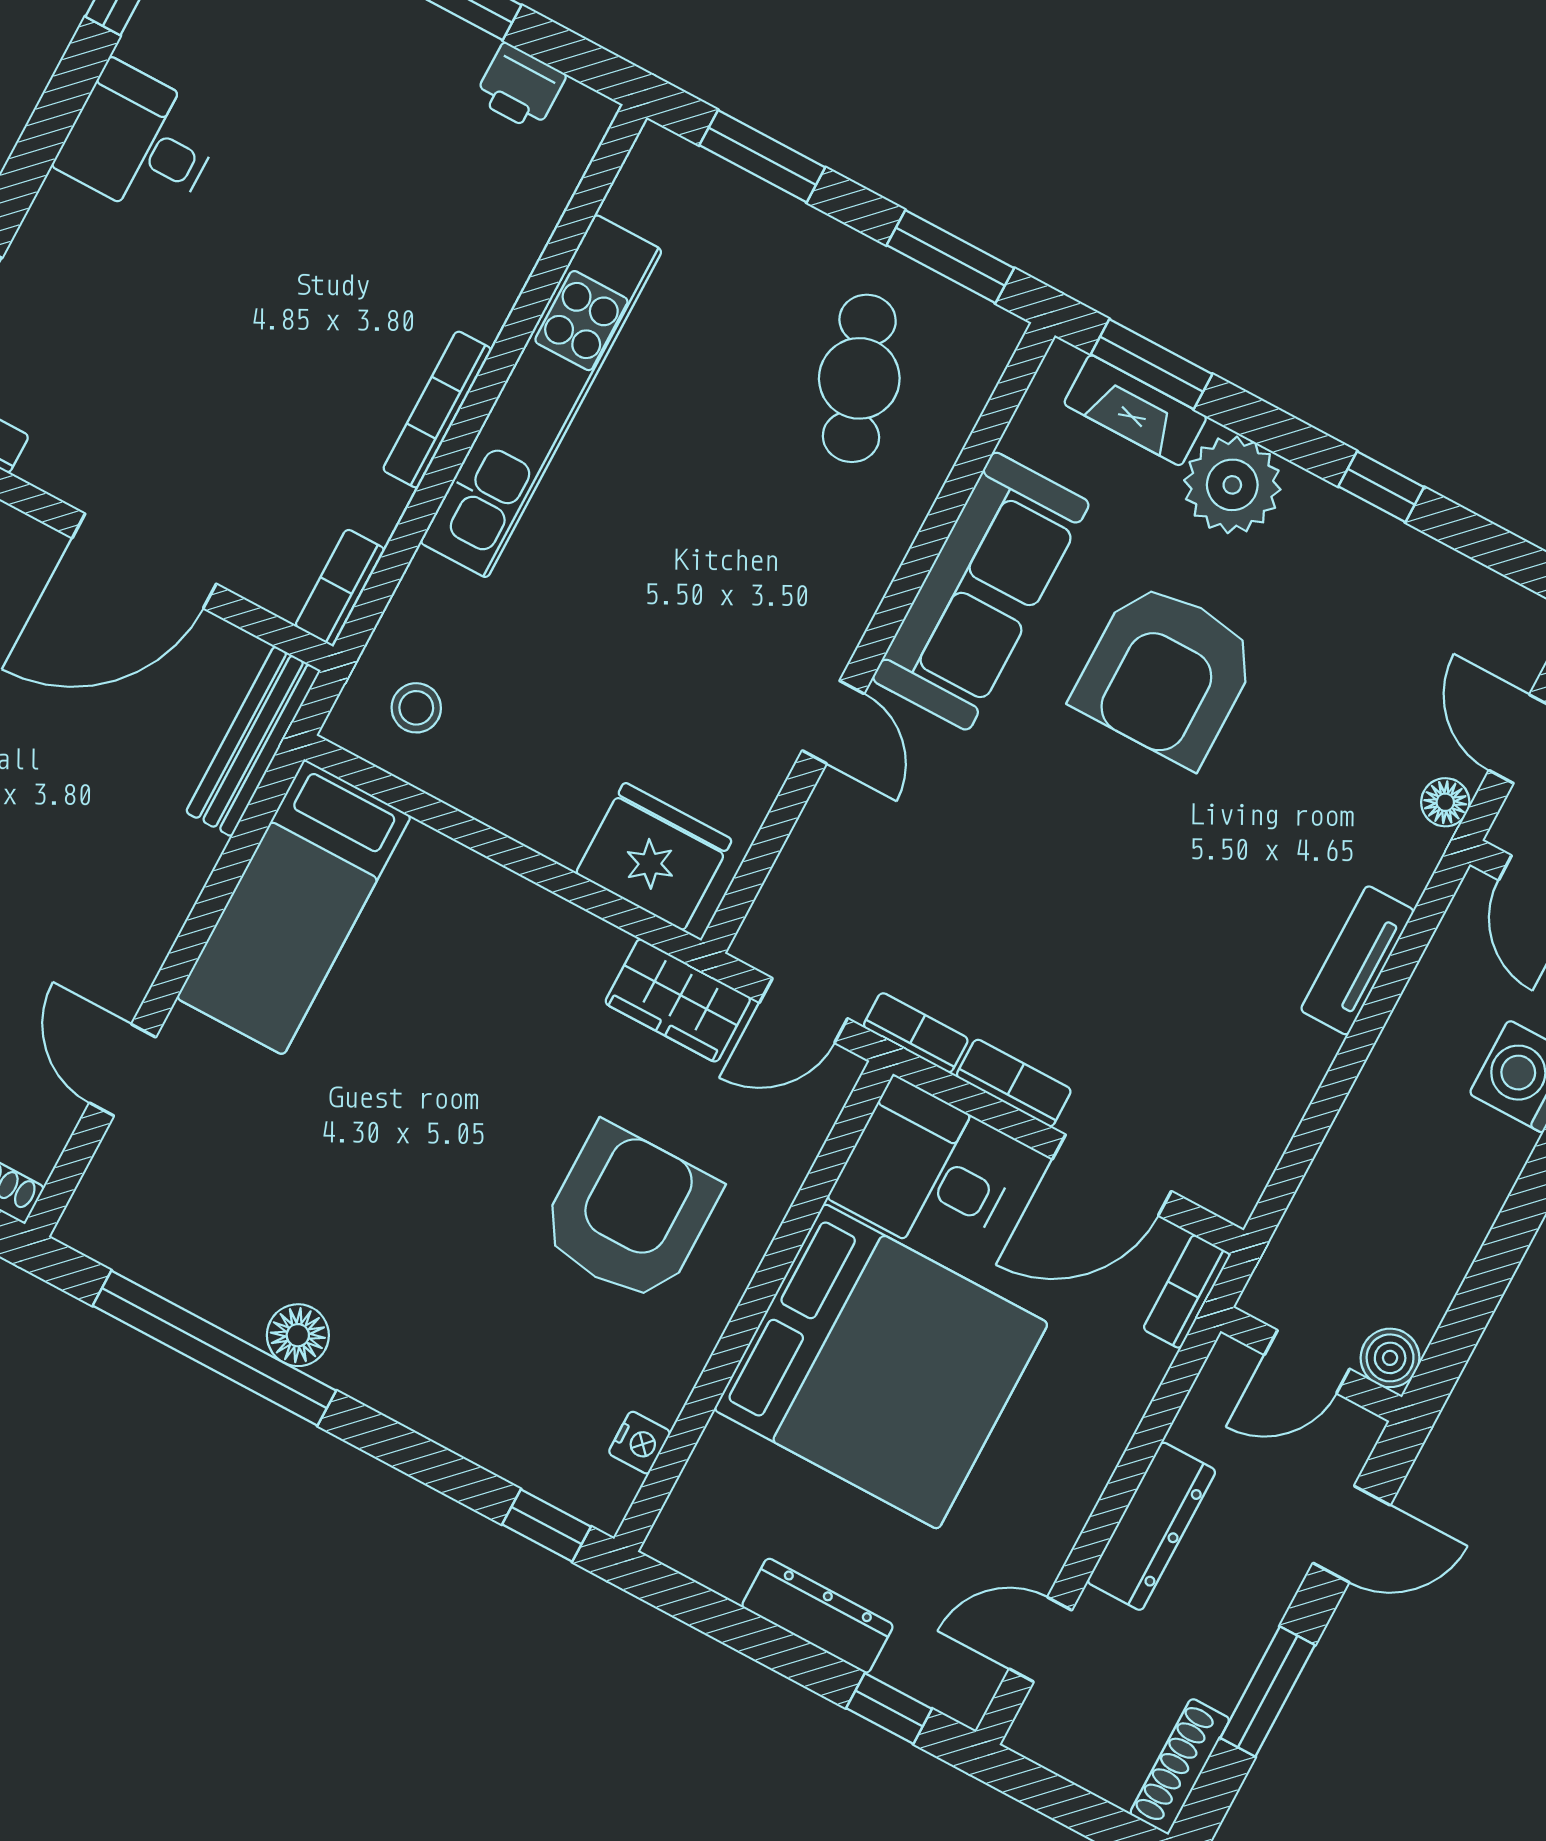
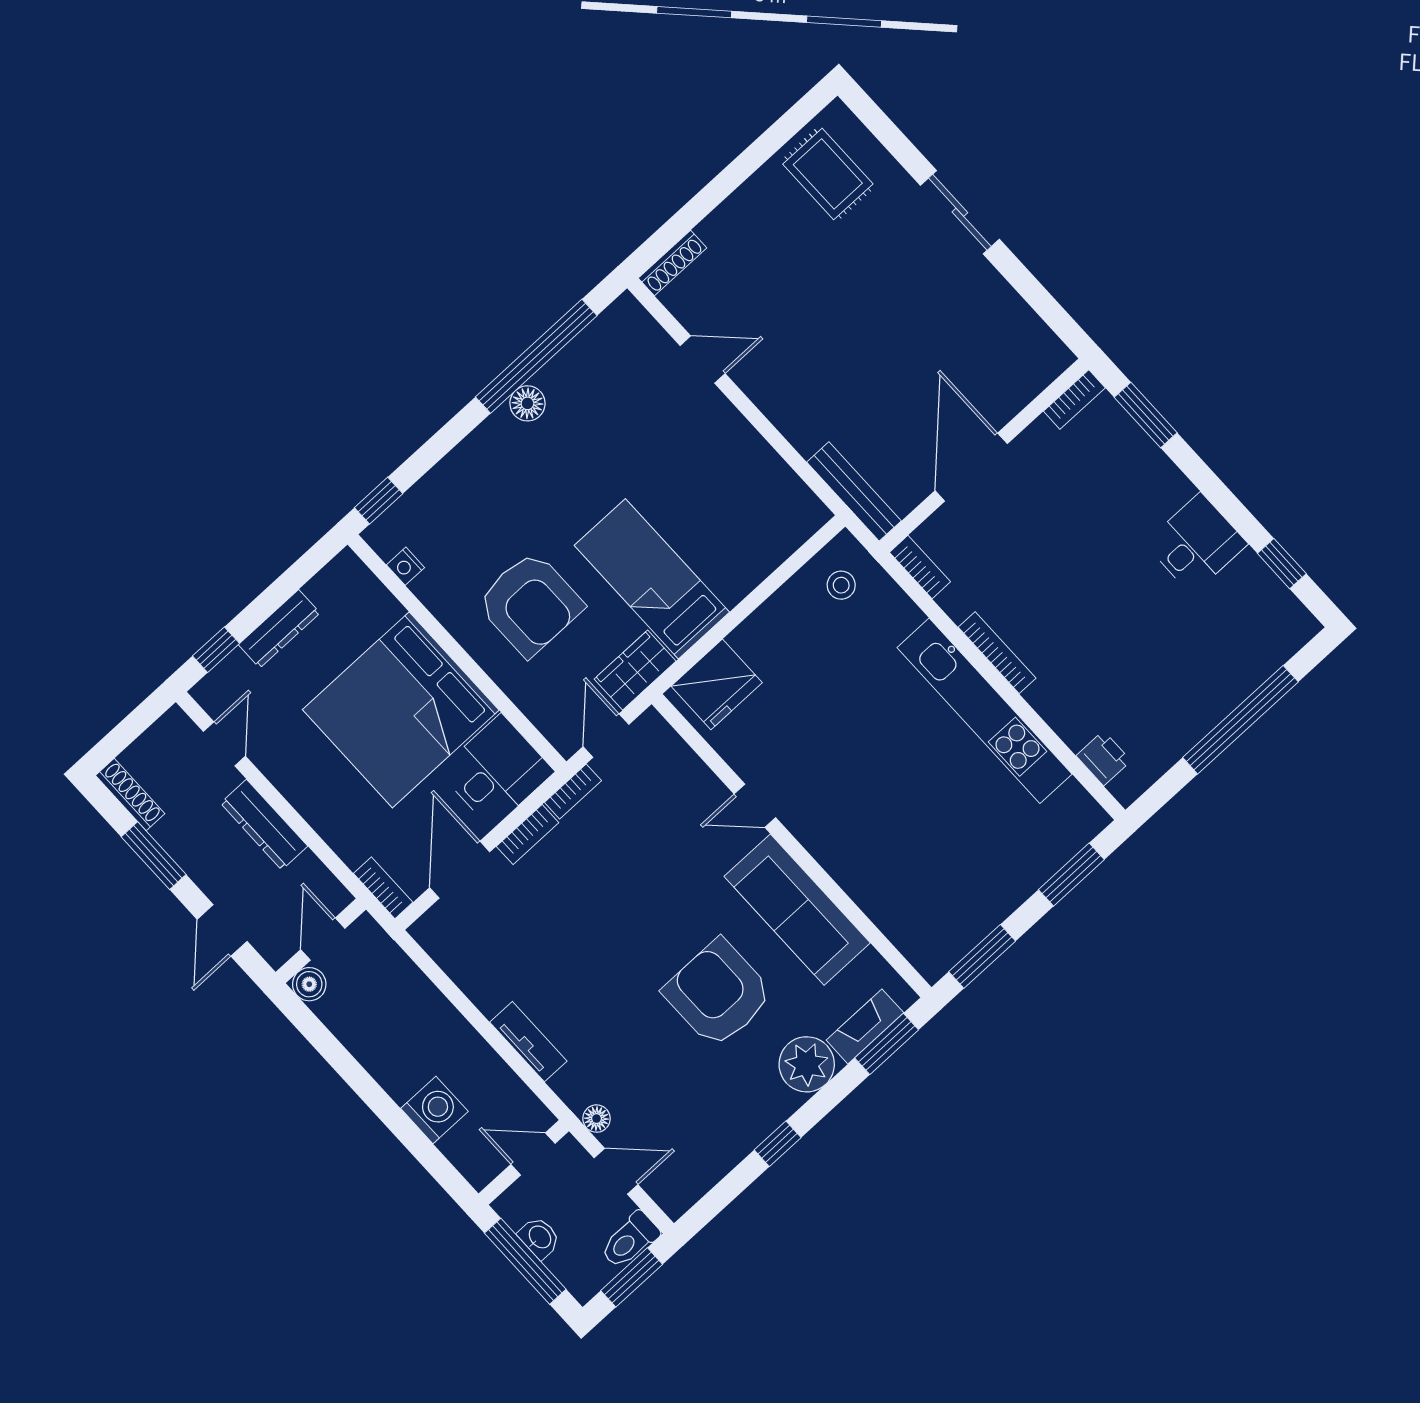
printer: (520, 87) -> (1104, 758), moved, turned 90
cafe table: (859, 378) -> (934, 885), removed
bed: (294, 907) -> (652, 579), moved

